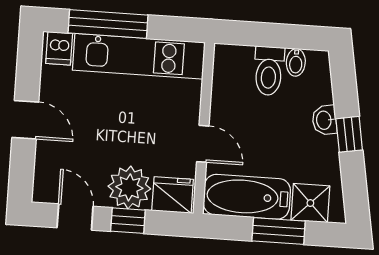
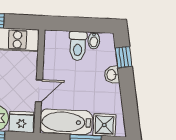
window: (349, 134) -> (124, 57), moved
door: (203, 144) -> (39, 91), hinge flipped

